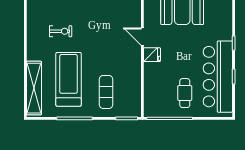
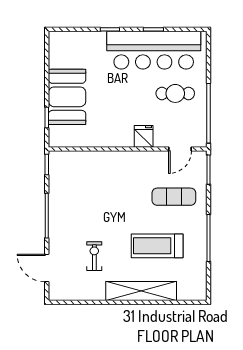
door: (142, 37) -> (180, 149), moved
fridge: (152, 55) -> (144, 136), moved
treadmill: (69, 79) -> (157, 246), width x0.73, depth x0.73
shelving: (34, 88) -> (141, 291), moved

